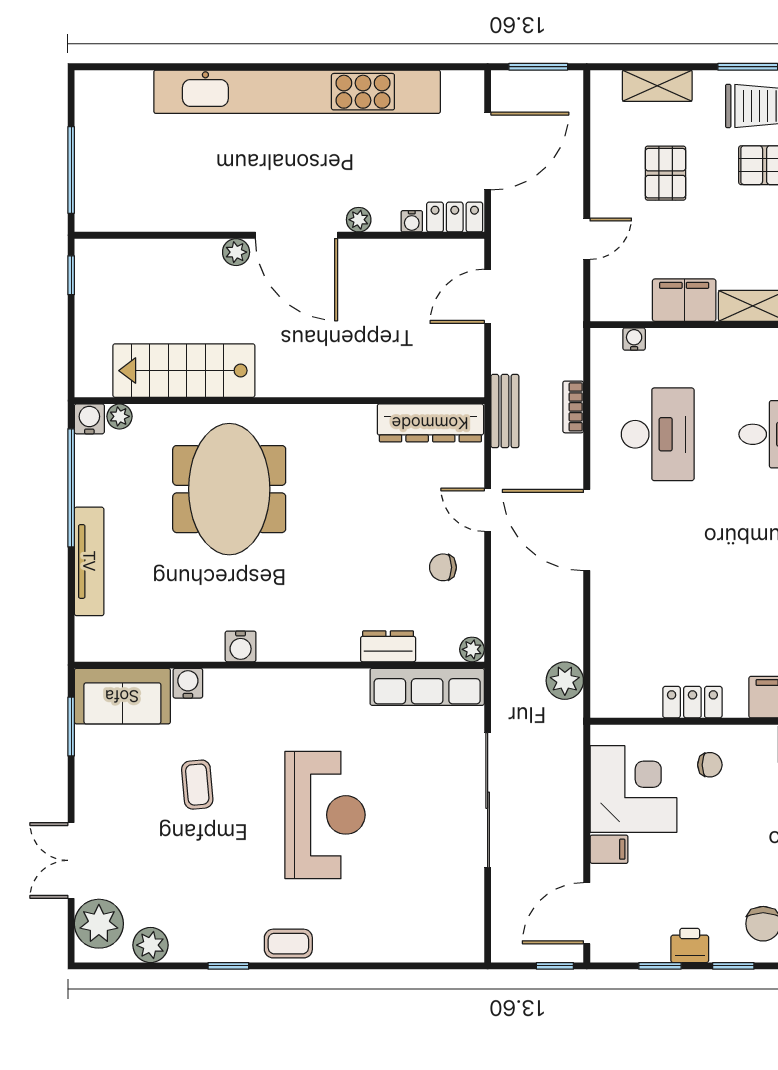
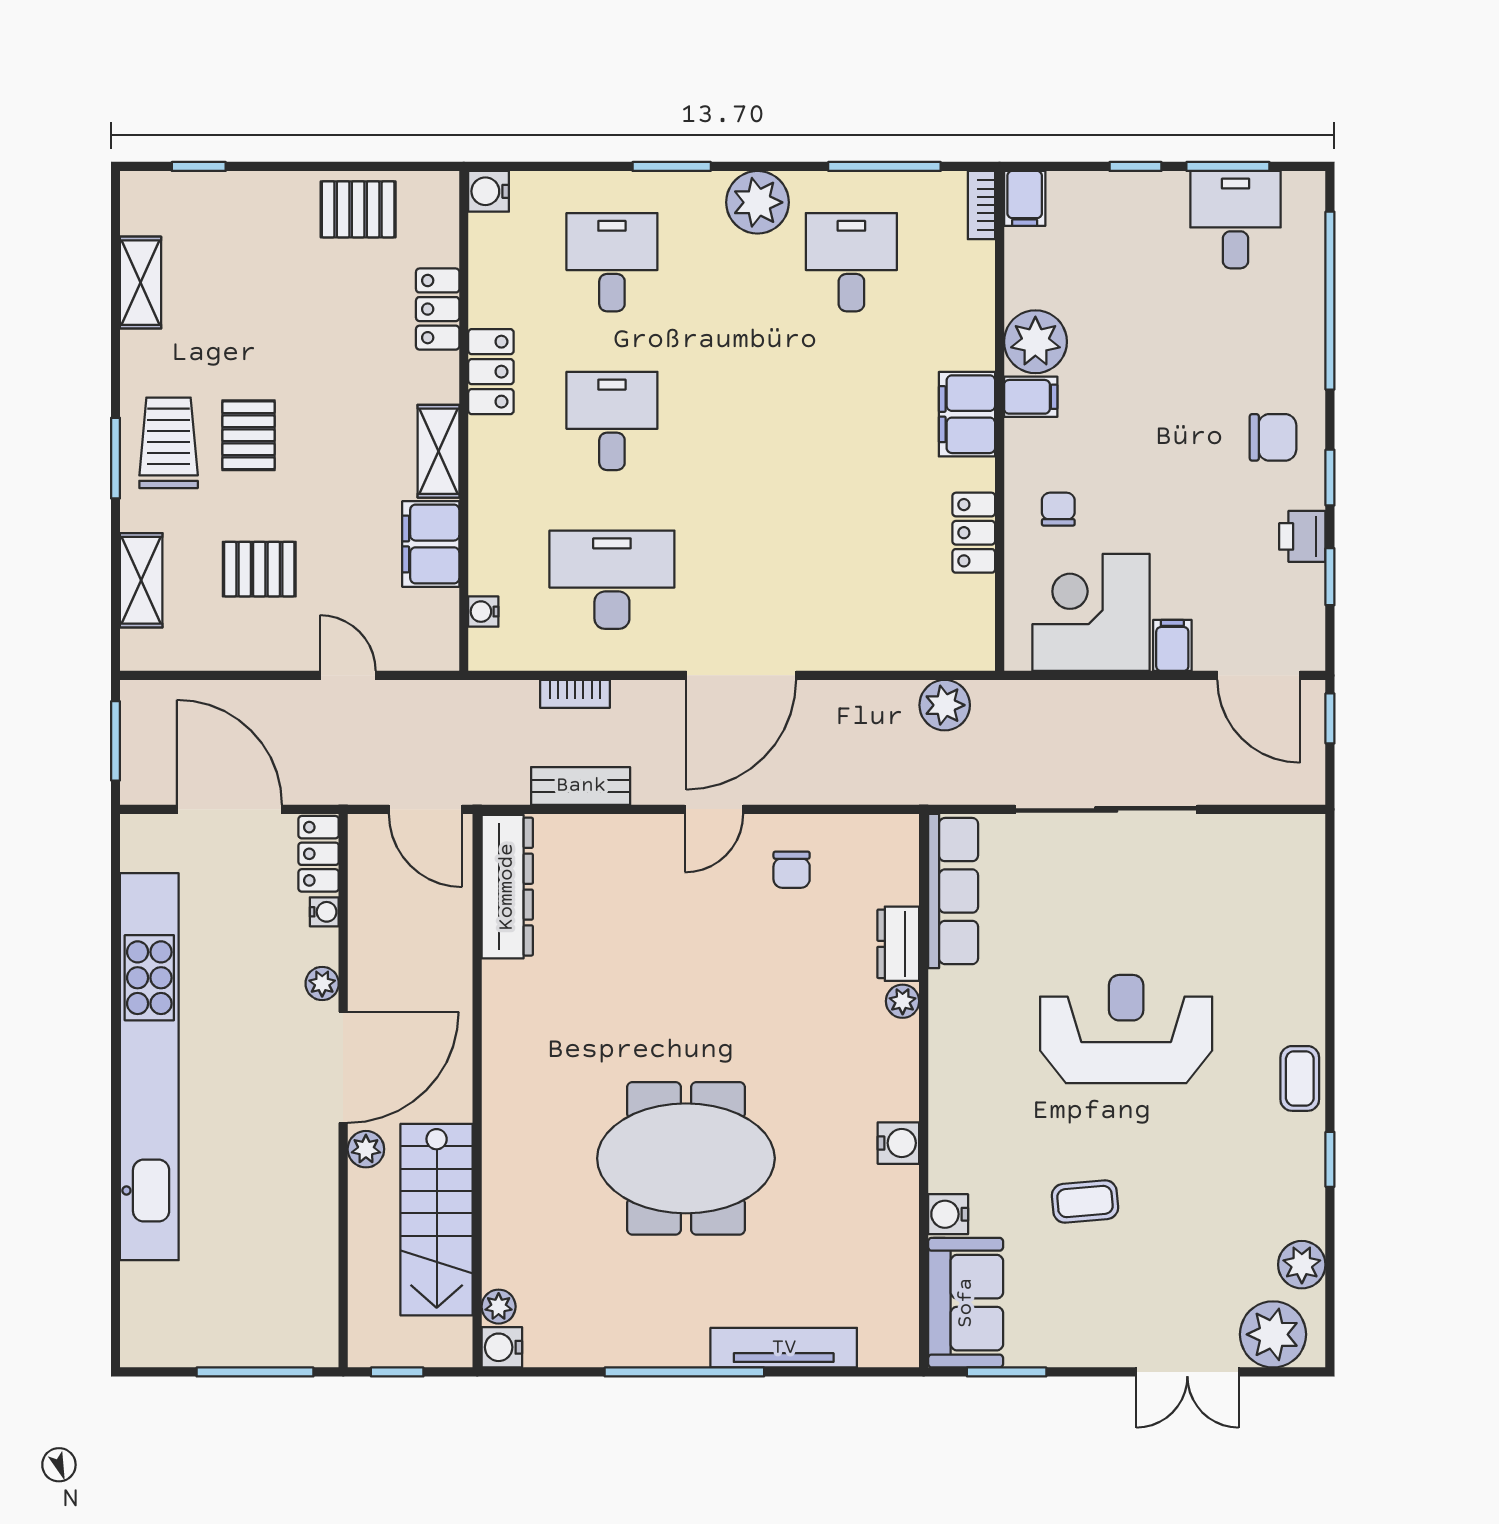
stairs: (184, 371) -> (437, 1220), moved
wall: (279, 401) -> (477, 1091), moved
plant: (119, 416) -> (499, 1307), moved
water cooler: (89, 419) -> (502, 1347), moved
dresser: (430, 423) -> (507, 887), moved
plant: (472, 649) -> (903, 1001), moved

